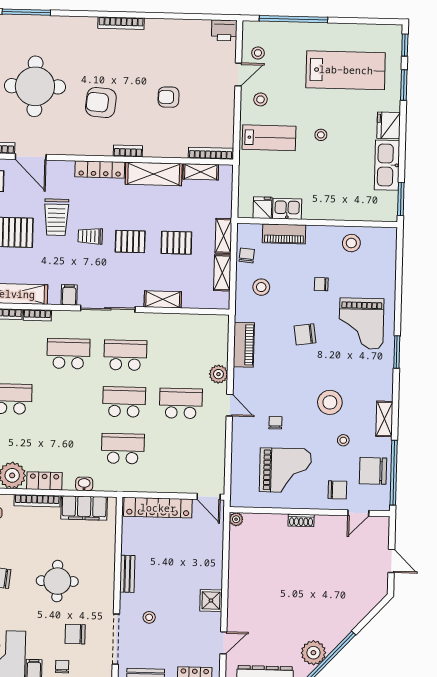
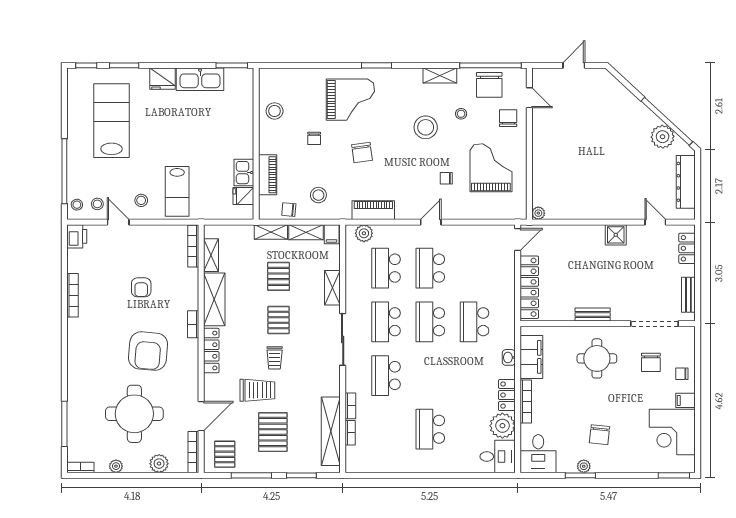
bookcase: (121, 23) -> (73, 295), moved
armchair: (101, 103) -> (148, 351), width x1.36, depth x1.36
stool: (321, 135) -> (77, 205), moved
lab bench: (269, 138) -> (177, 191), turned 180
filing cabinet: (69, 295) -> (332, 234), moved, turned -90
school desk: (182, 357) -> (386, 268), added
plant: (218, 374) -> (364, 233), moved
shoe rack: (301, 520) -> (538, 152), removed
round table: (57, 581) -> (597, 358), moved
stool: (149, 617) -> (633, 293), removed

